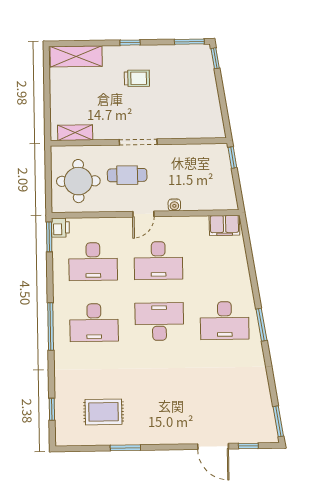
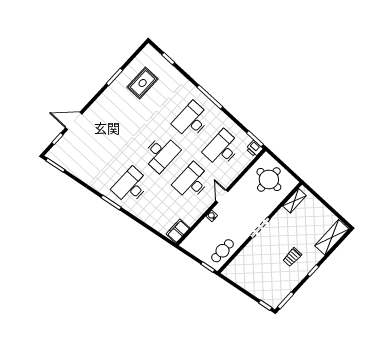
cafe table: (127, 175) -> (223, 251), moved

